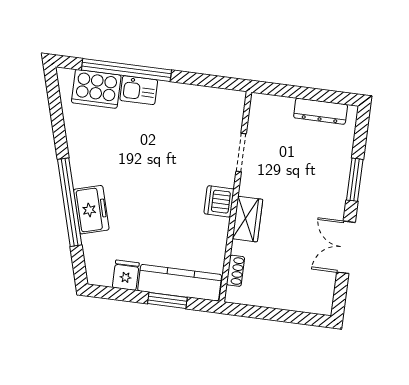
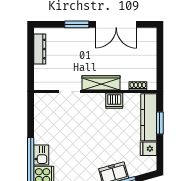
dishwasher: (219, 201) -> (114, 101), moved
wardrobe: (247, 219) -> (101, 83), width x1.50
double door: (346, 247) -> (116, 24), width x1.37

